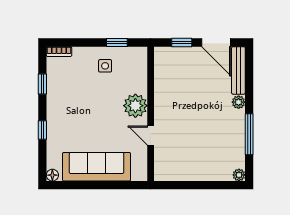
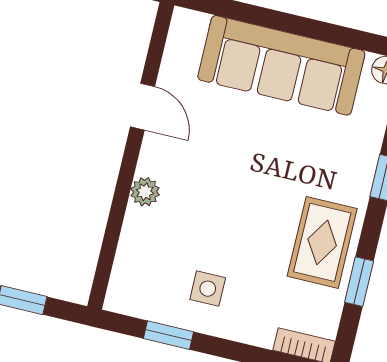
rug: (62, 97) -> (322, 242), added
plant: (135, 106) -> (145, 192), width x0.53, depth x0.53

